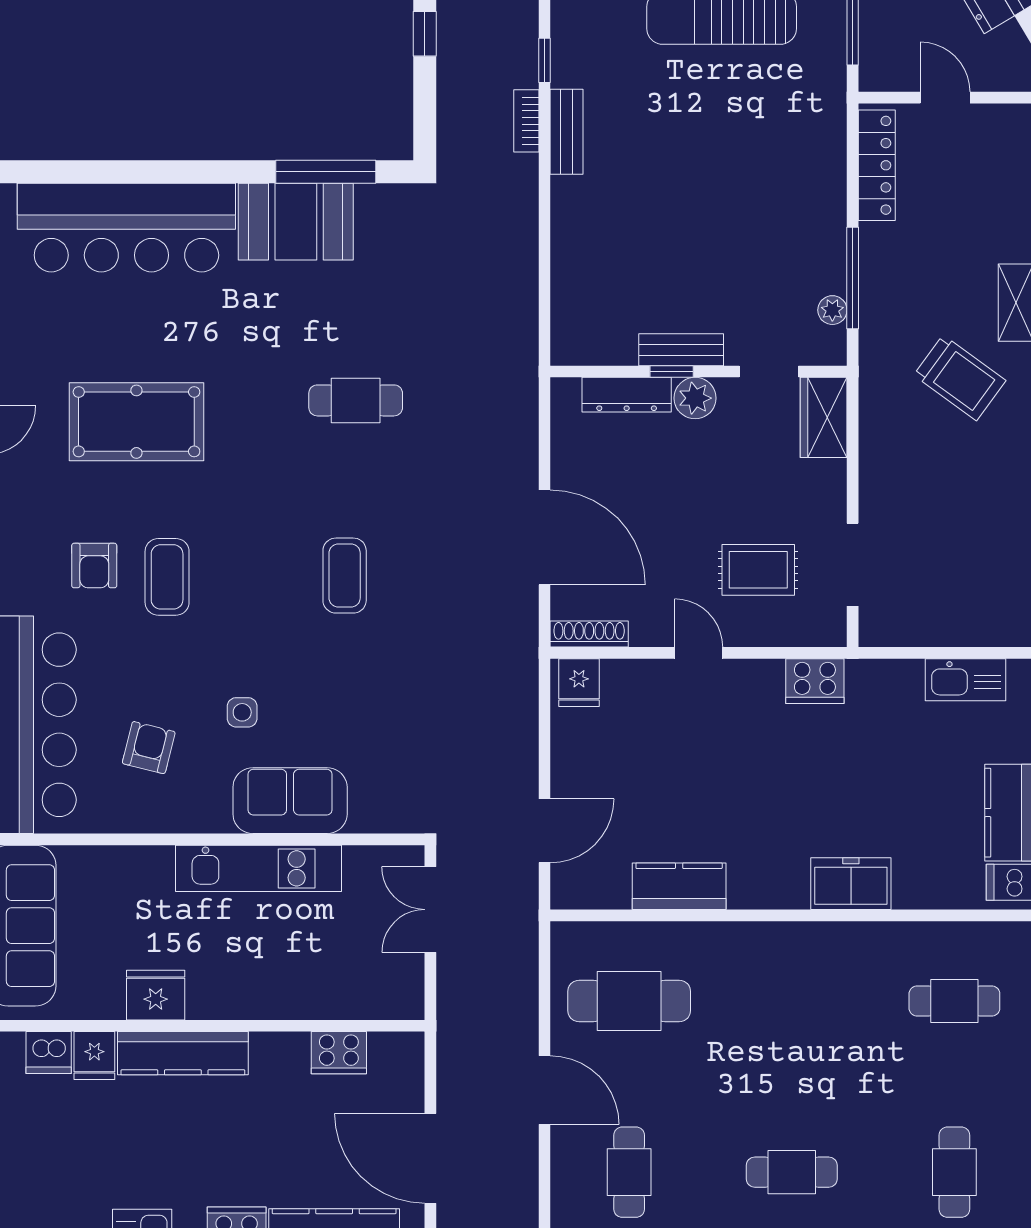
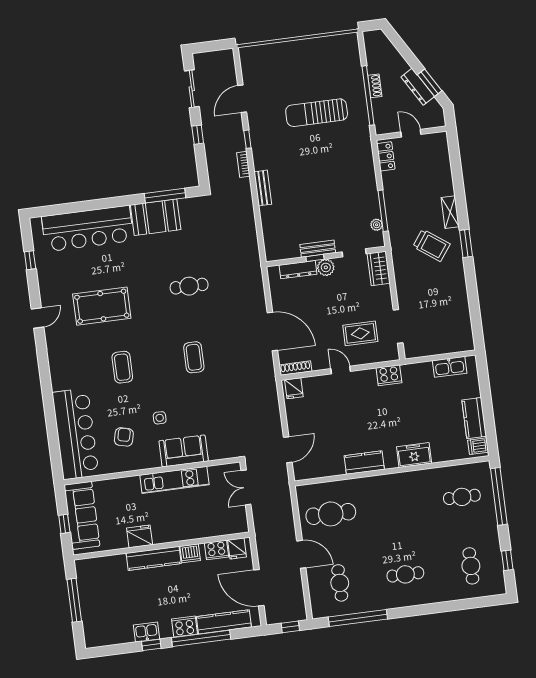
bench: (567, 132) -> (263, 188), moved
locker: (877, 165) -> (386, 156), width x0.66
armchair: (94, 566) -> (92, 366), removed
kitchen counter: (679, 886) -> (364, 463), moved
dishwasher: (49, 1052) -> (190, 553), moved
fridge: (94, 1055) -> (237, 548), moved

